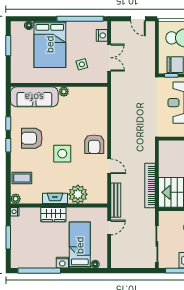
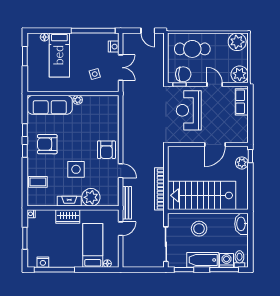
bed: (50, 44) -> (59, 55), width x0.67
side table: (62, 154) -> (76, 169), moved
plant: (16, 199) -> (32, 201), removed
nightstand: (62, 263) -> (43, 262), moved

